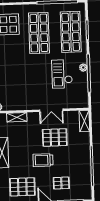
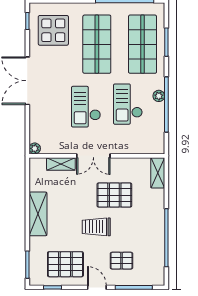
checkout: (33, 77) -> (86, 107), added
double door: (51, 110) -> (93, 156), moved

